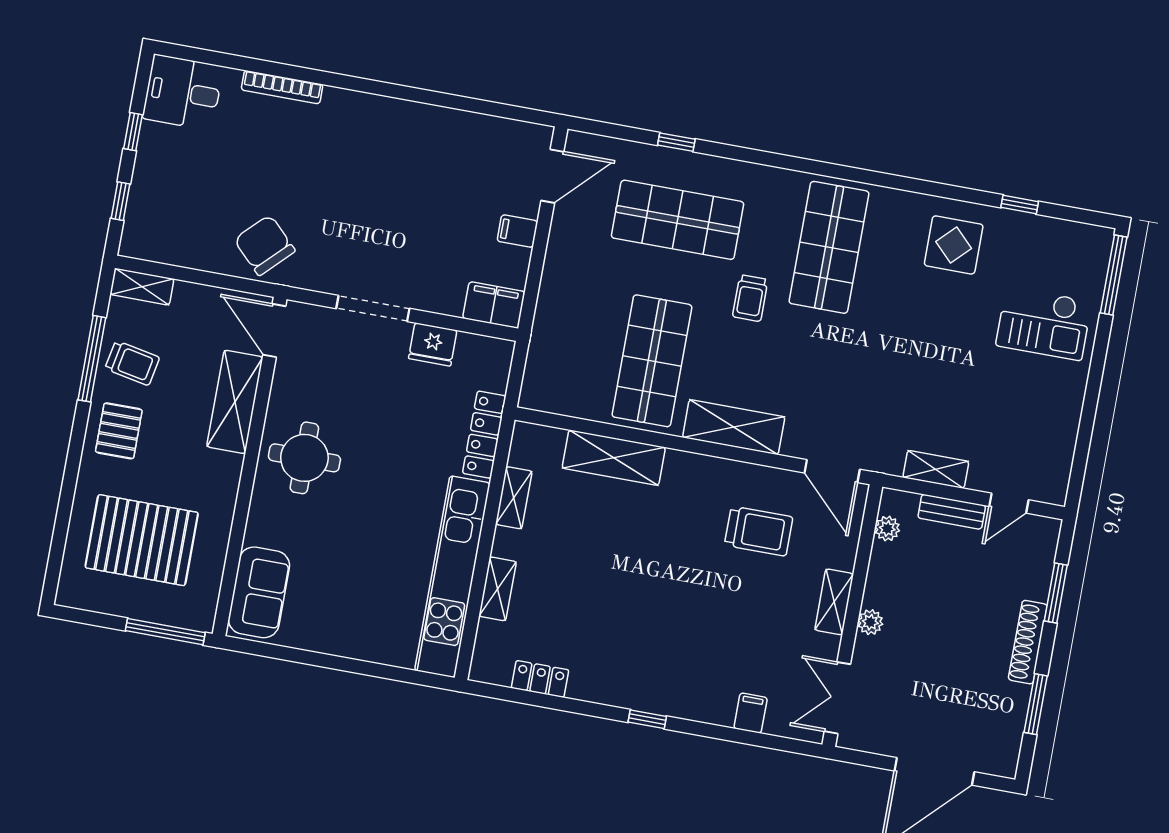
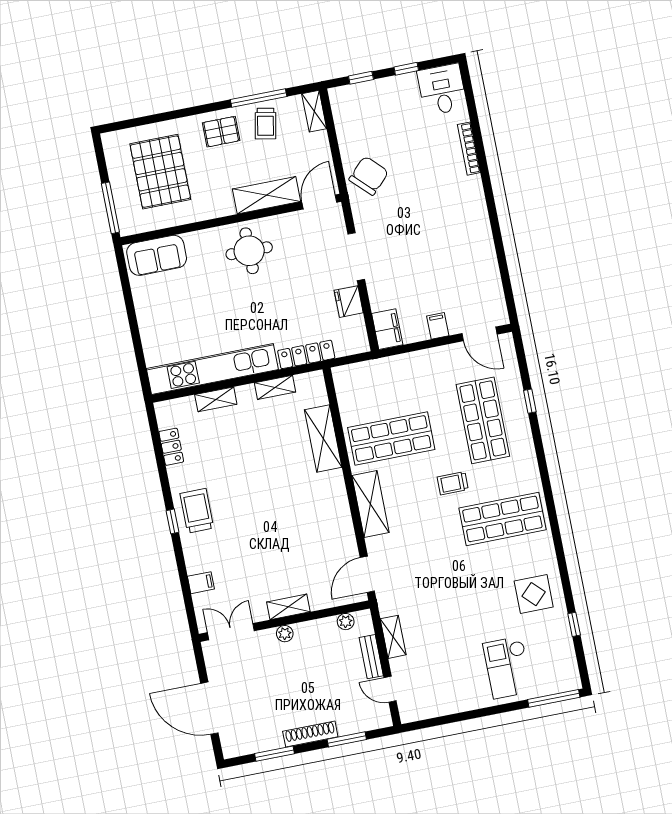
trolley: (759, 531) -> (197, 511), moved, turned 180

